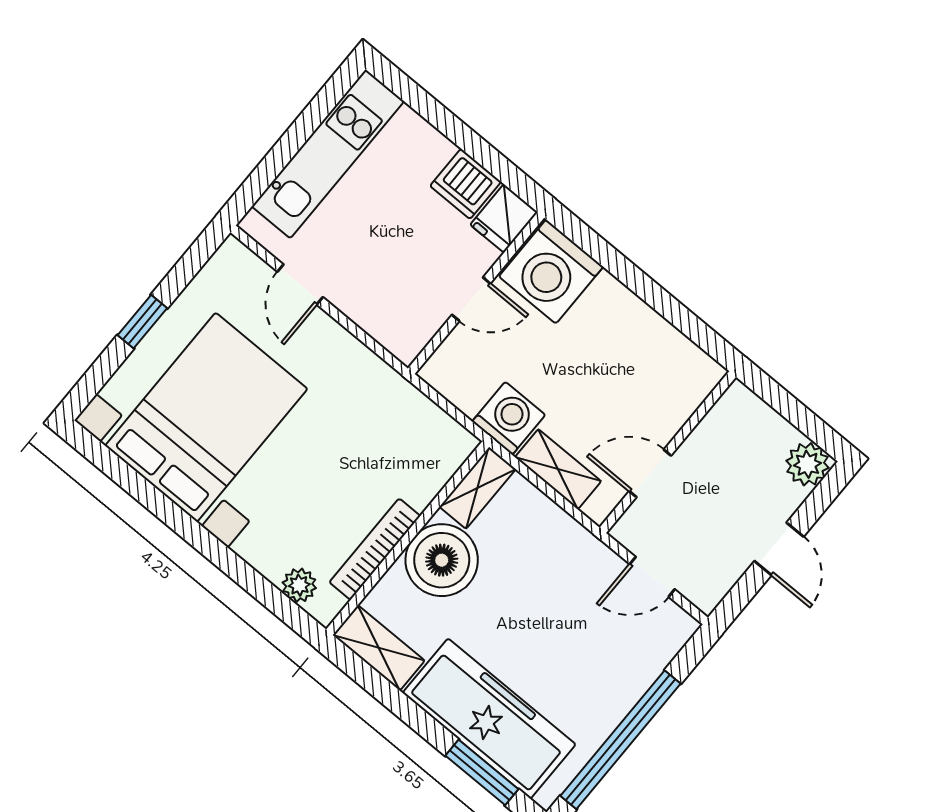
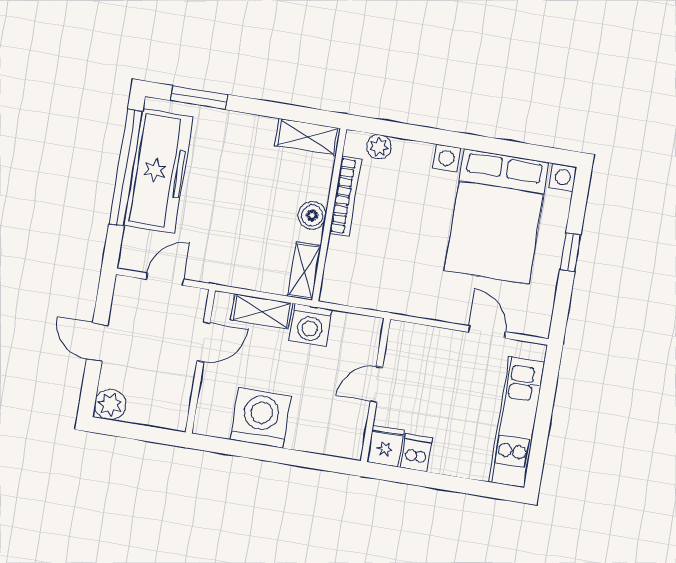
dishwasher: (465, 184) -> (416, 453), width x0.73
washing machine: (551, 272) -> (261, 418), moved
boiler: (442, 560) -> (312, 215), width x0.54, depth x0.54
freezer: (489, 719) -> (159, 171), moved, turned -90

